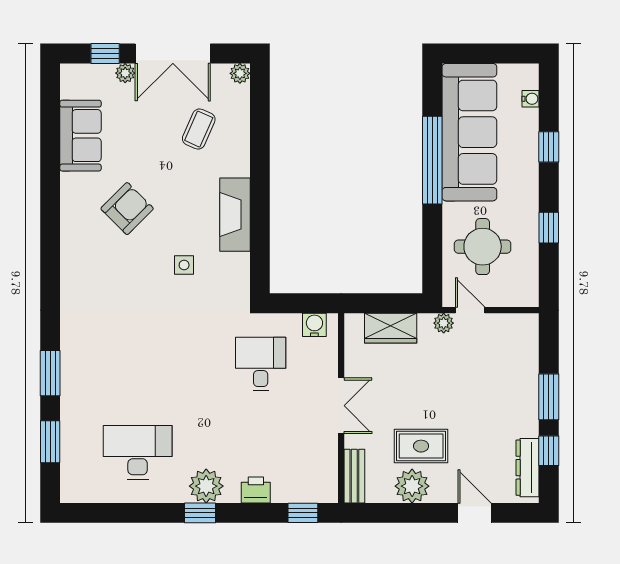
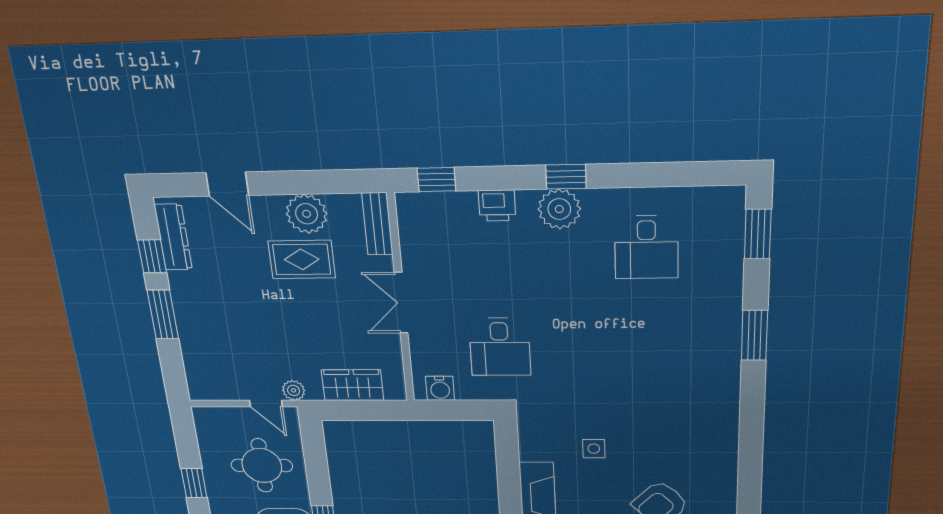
window: (50, 442) -> (758, 234), moved
desk: (138, 452) -> (646, 247), width x0.73

